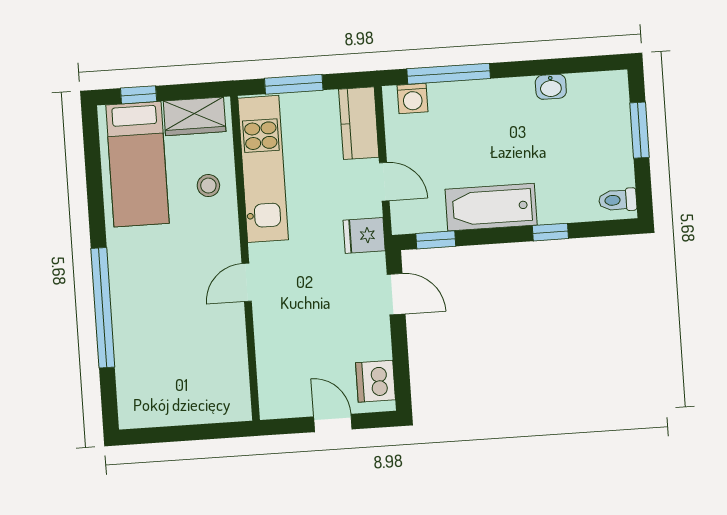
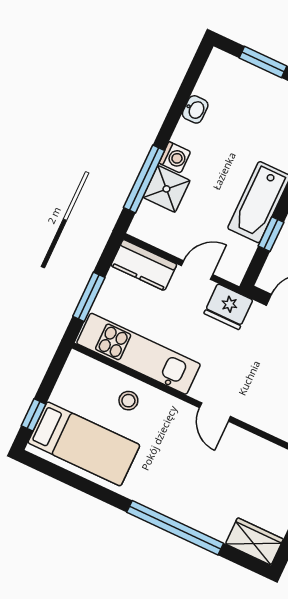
washing machine: (413, 98) -> (175, 157), moved
shower: (451, 103) -> (166, 189), added
wardrobe: (195, 116) -> (254, 541), moved, turned -90
fridge: (364, 235) -> (228, 307), width x1.38
window: (436, 240) -> (271, 234), moved

